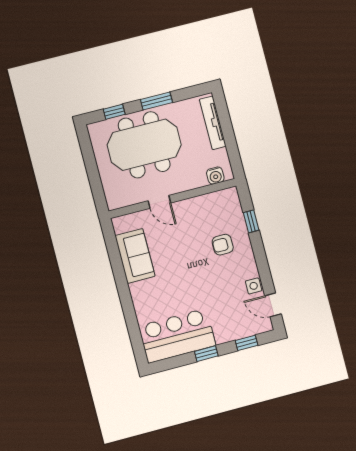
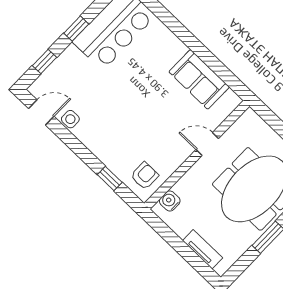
tv unit: (213, 123) -> (203, 249), width x0.71
armchair: (223, 245) -> (145, 176), moved

